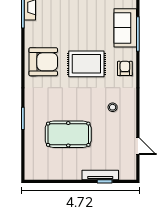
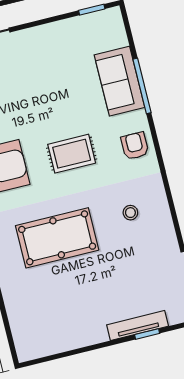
rug: (86, 64) -> (72, 154), width x0.73, depth x0.70
pool table: (68, 134) -> (57, 238), moved

